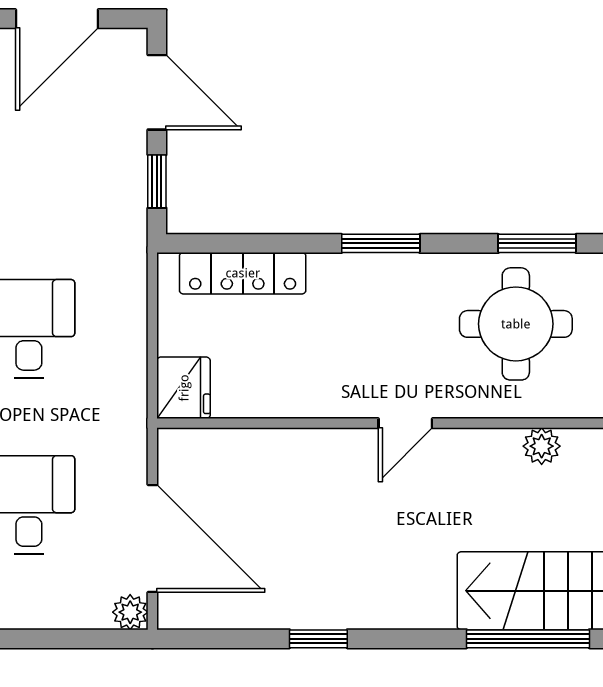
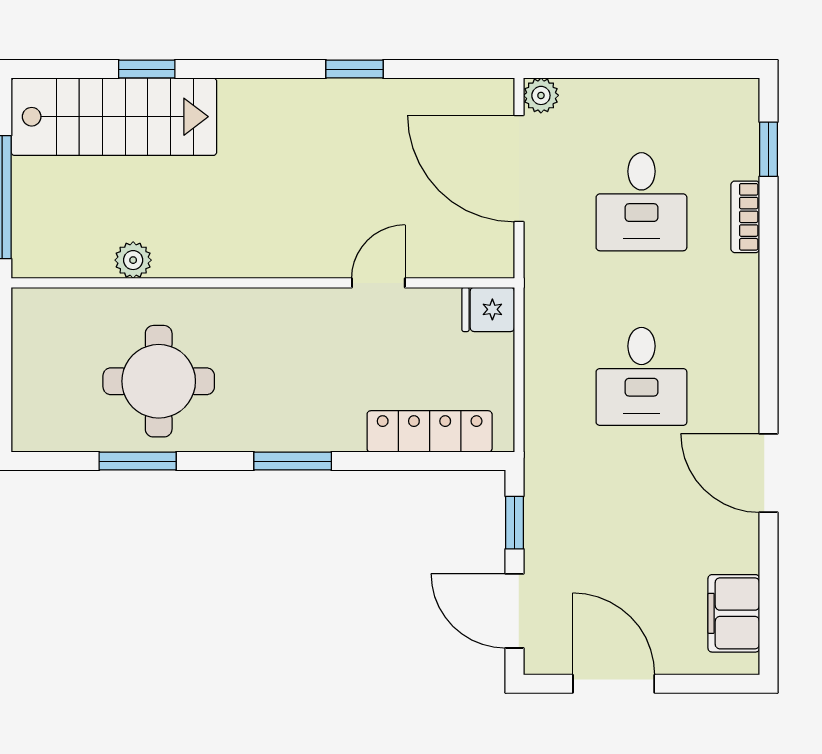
door: (57, 19) -> (614, 684), hinge flipped
fridge: (184, 388) -> (488, 309), width x0.72
door: (405, 423) -> (378, 283), moved
window: (528, 639) -> (147, 69), width x0.46

